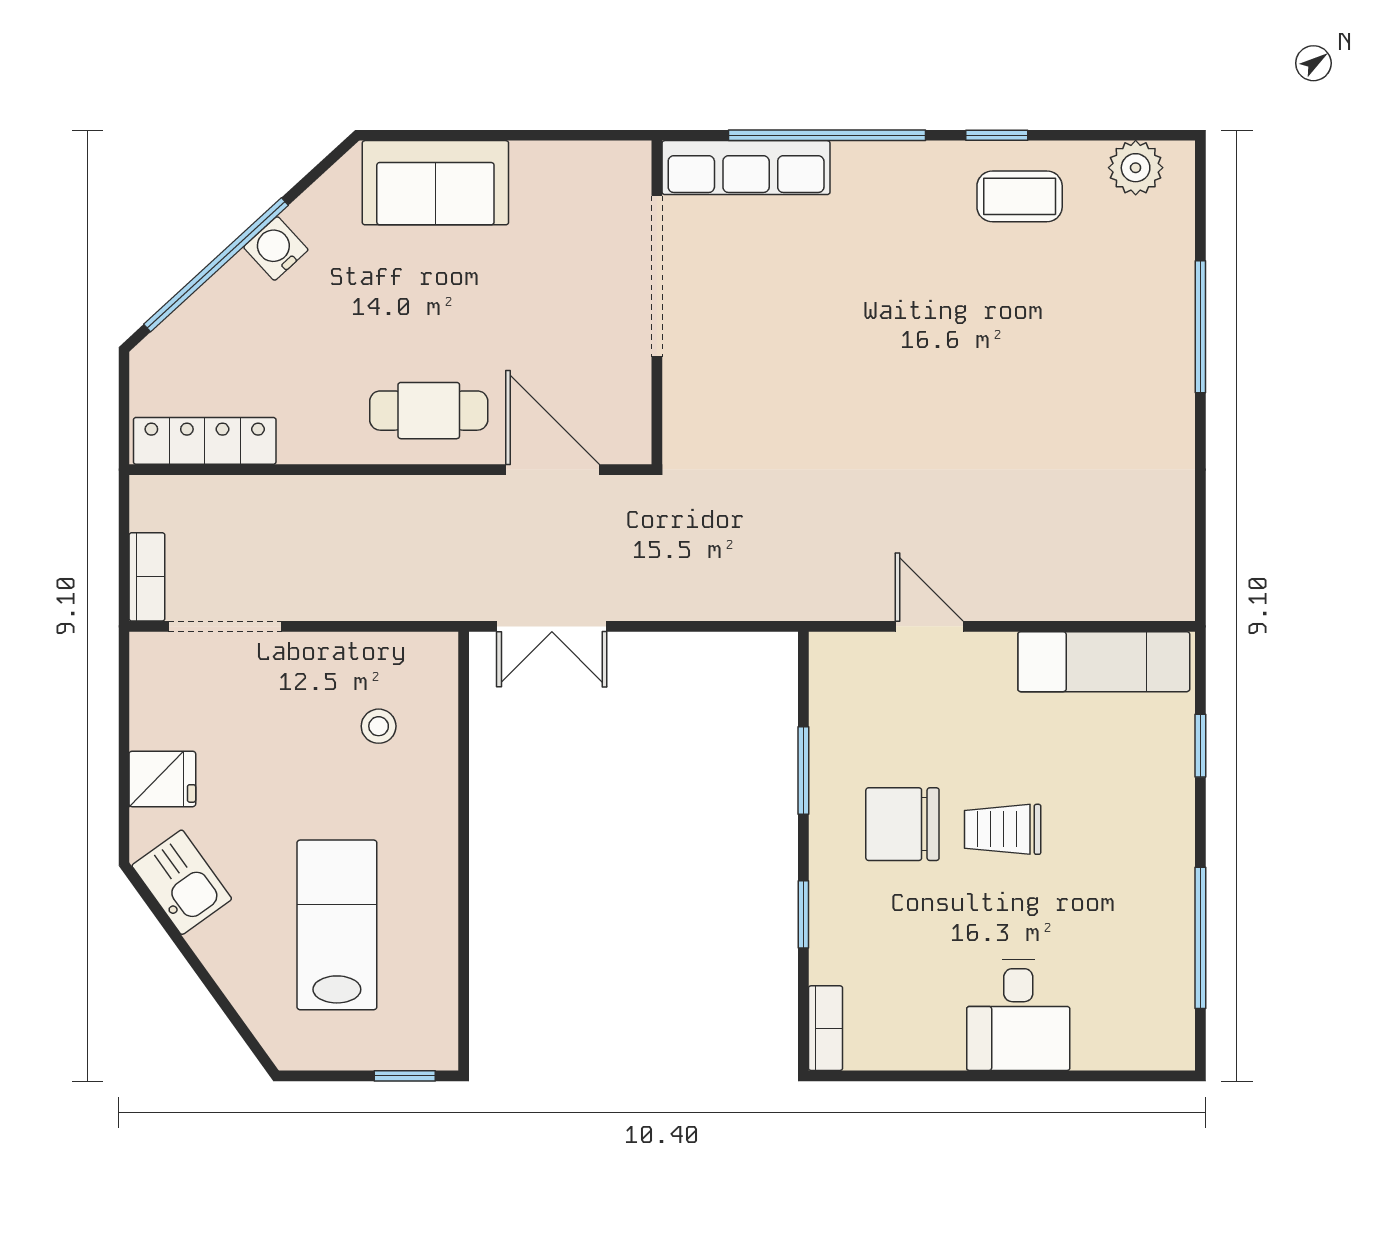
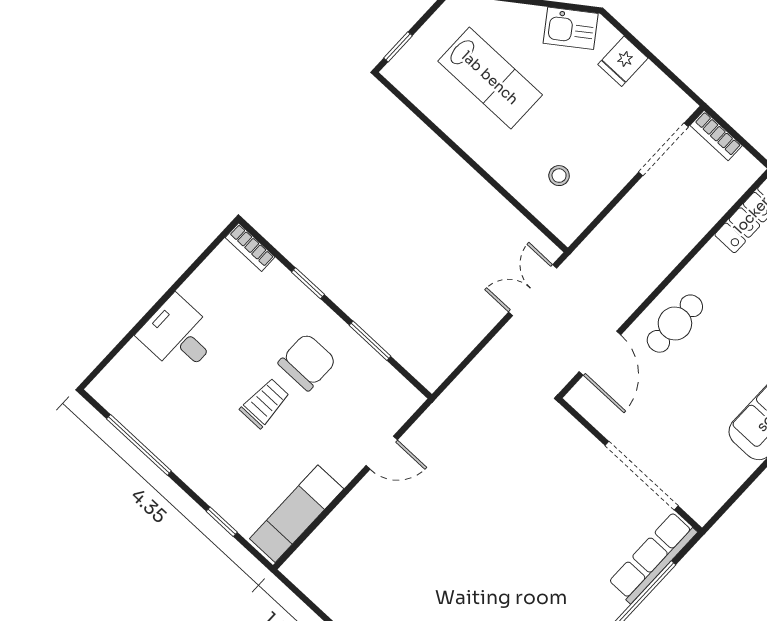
door: (553, 470) -> (600, 353), hinge flipped

